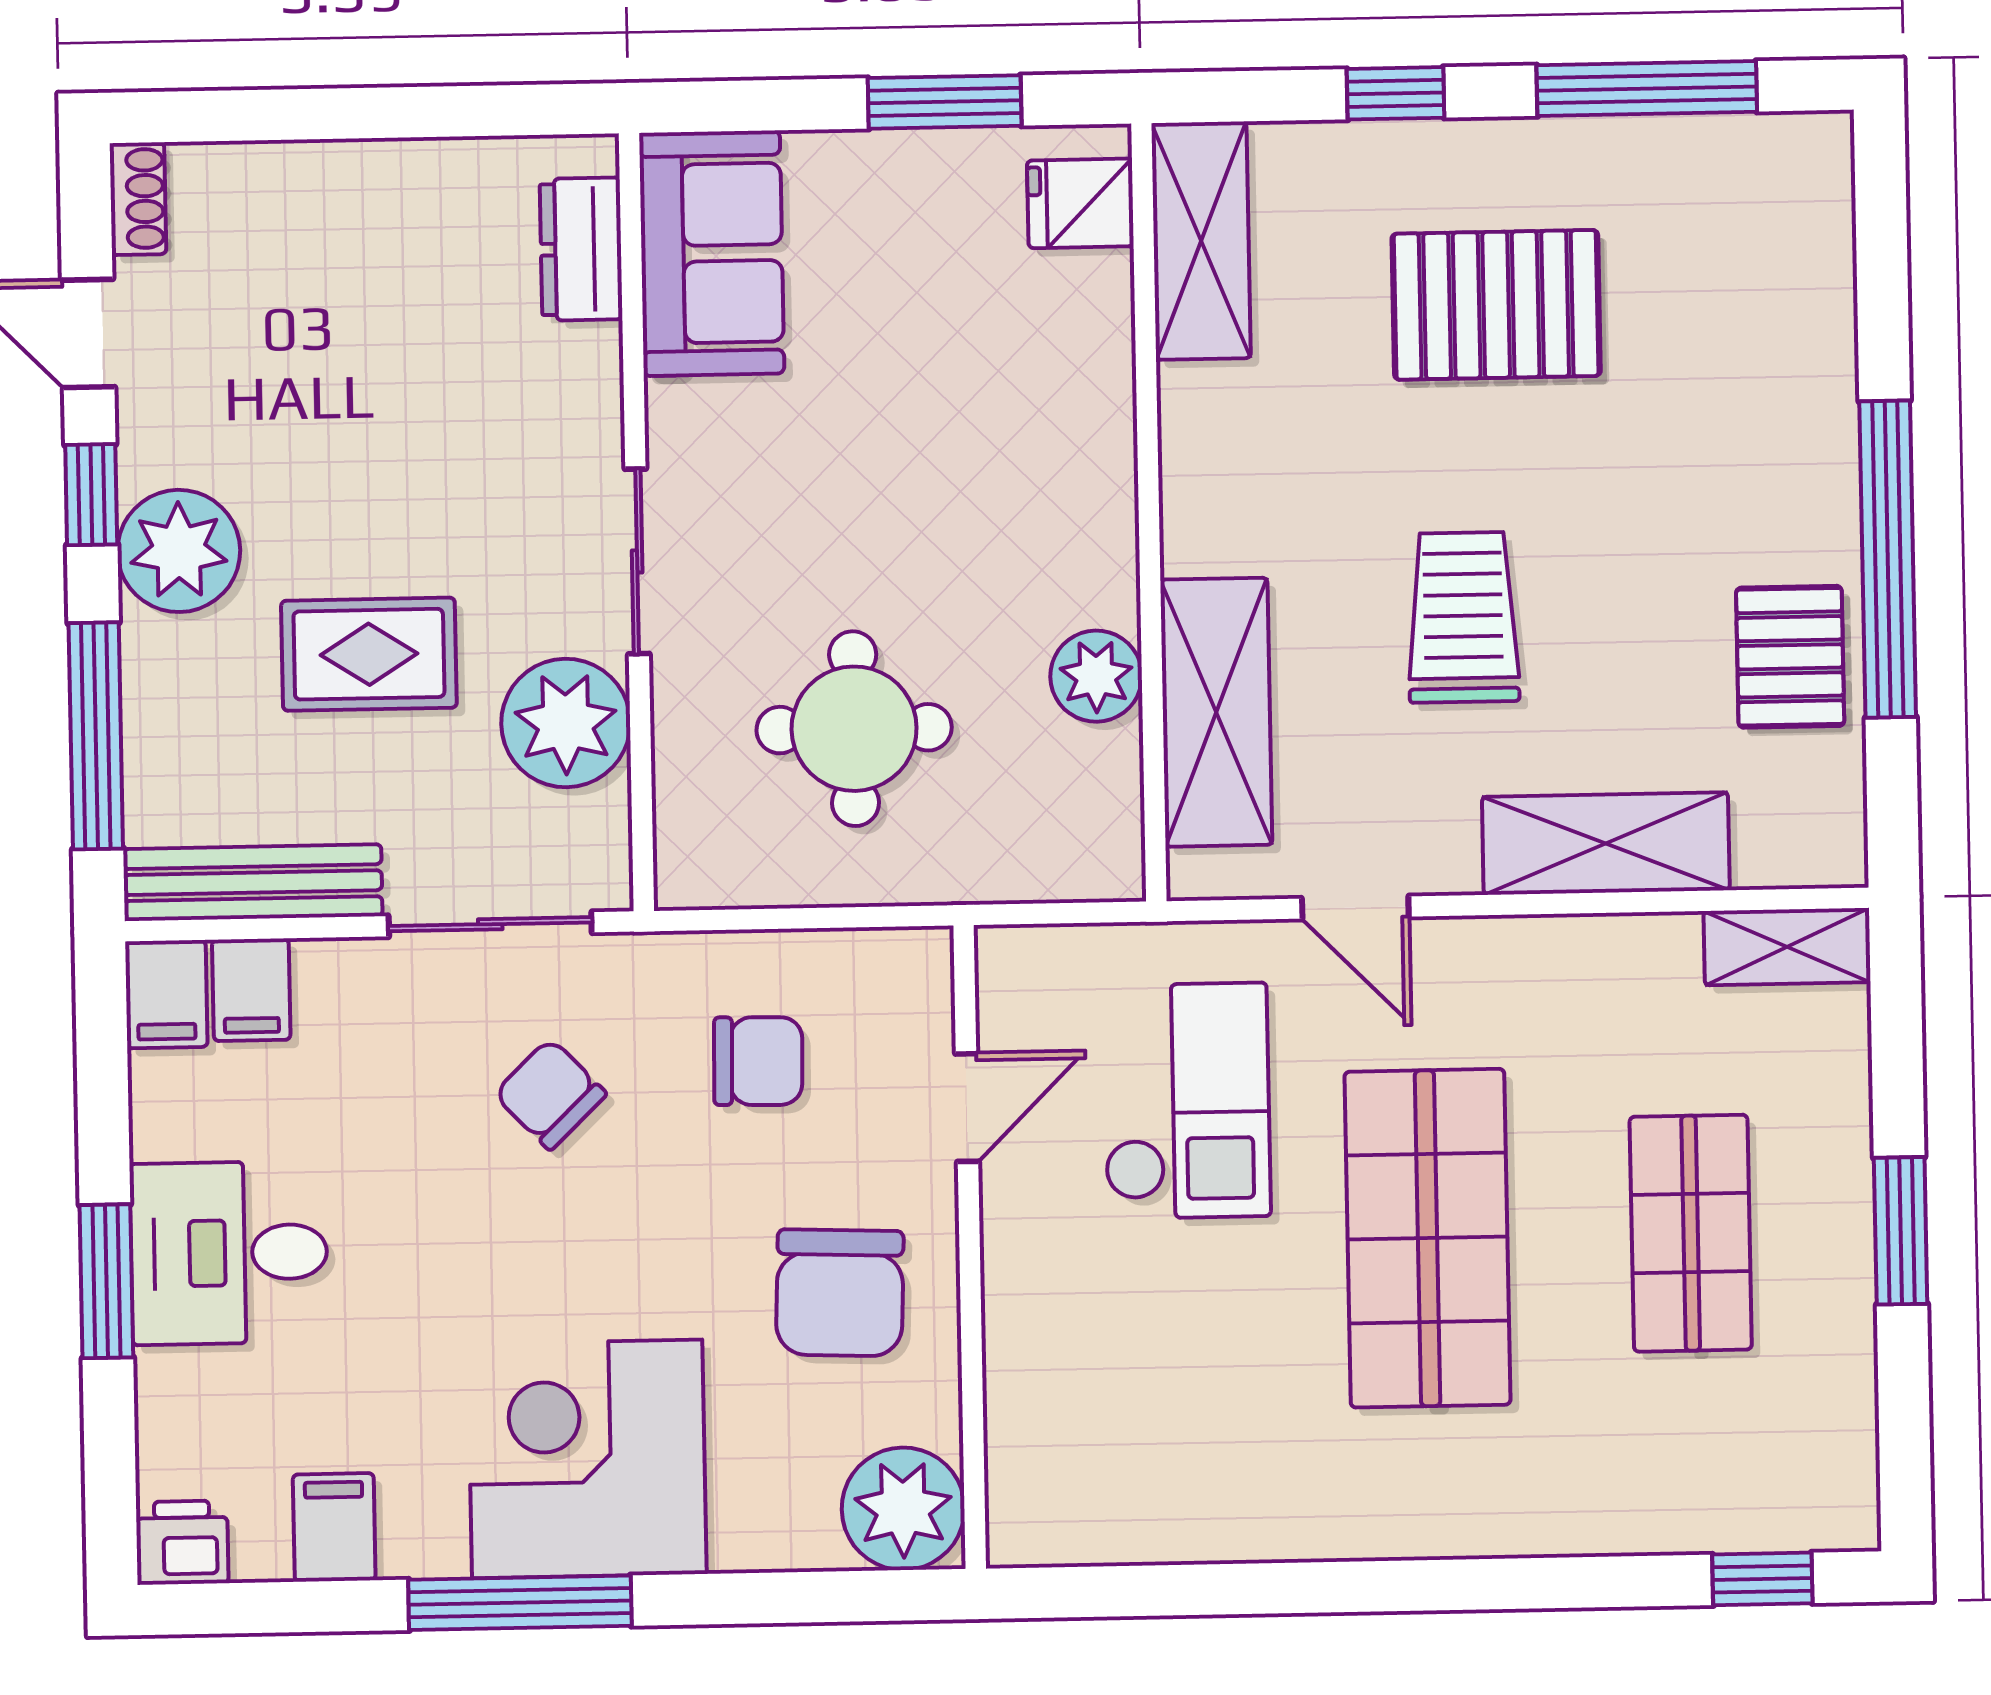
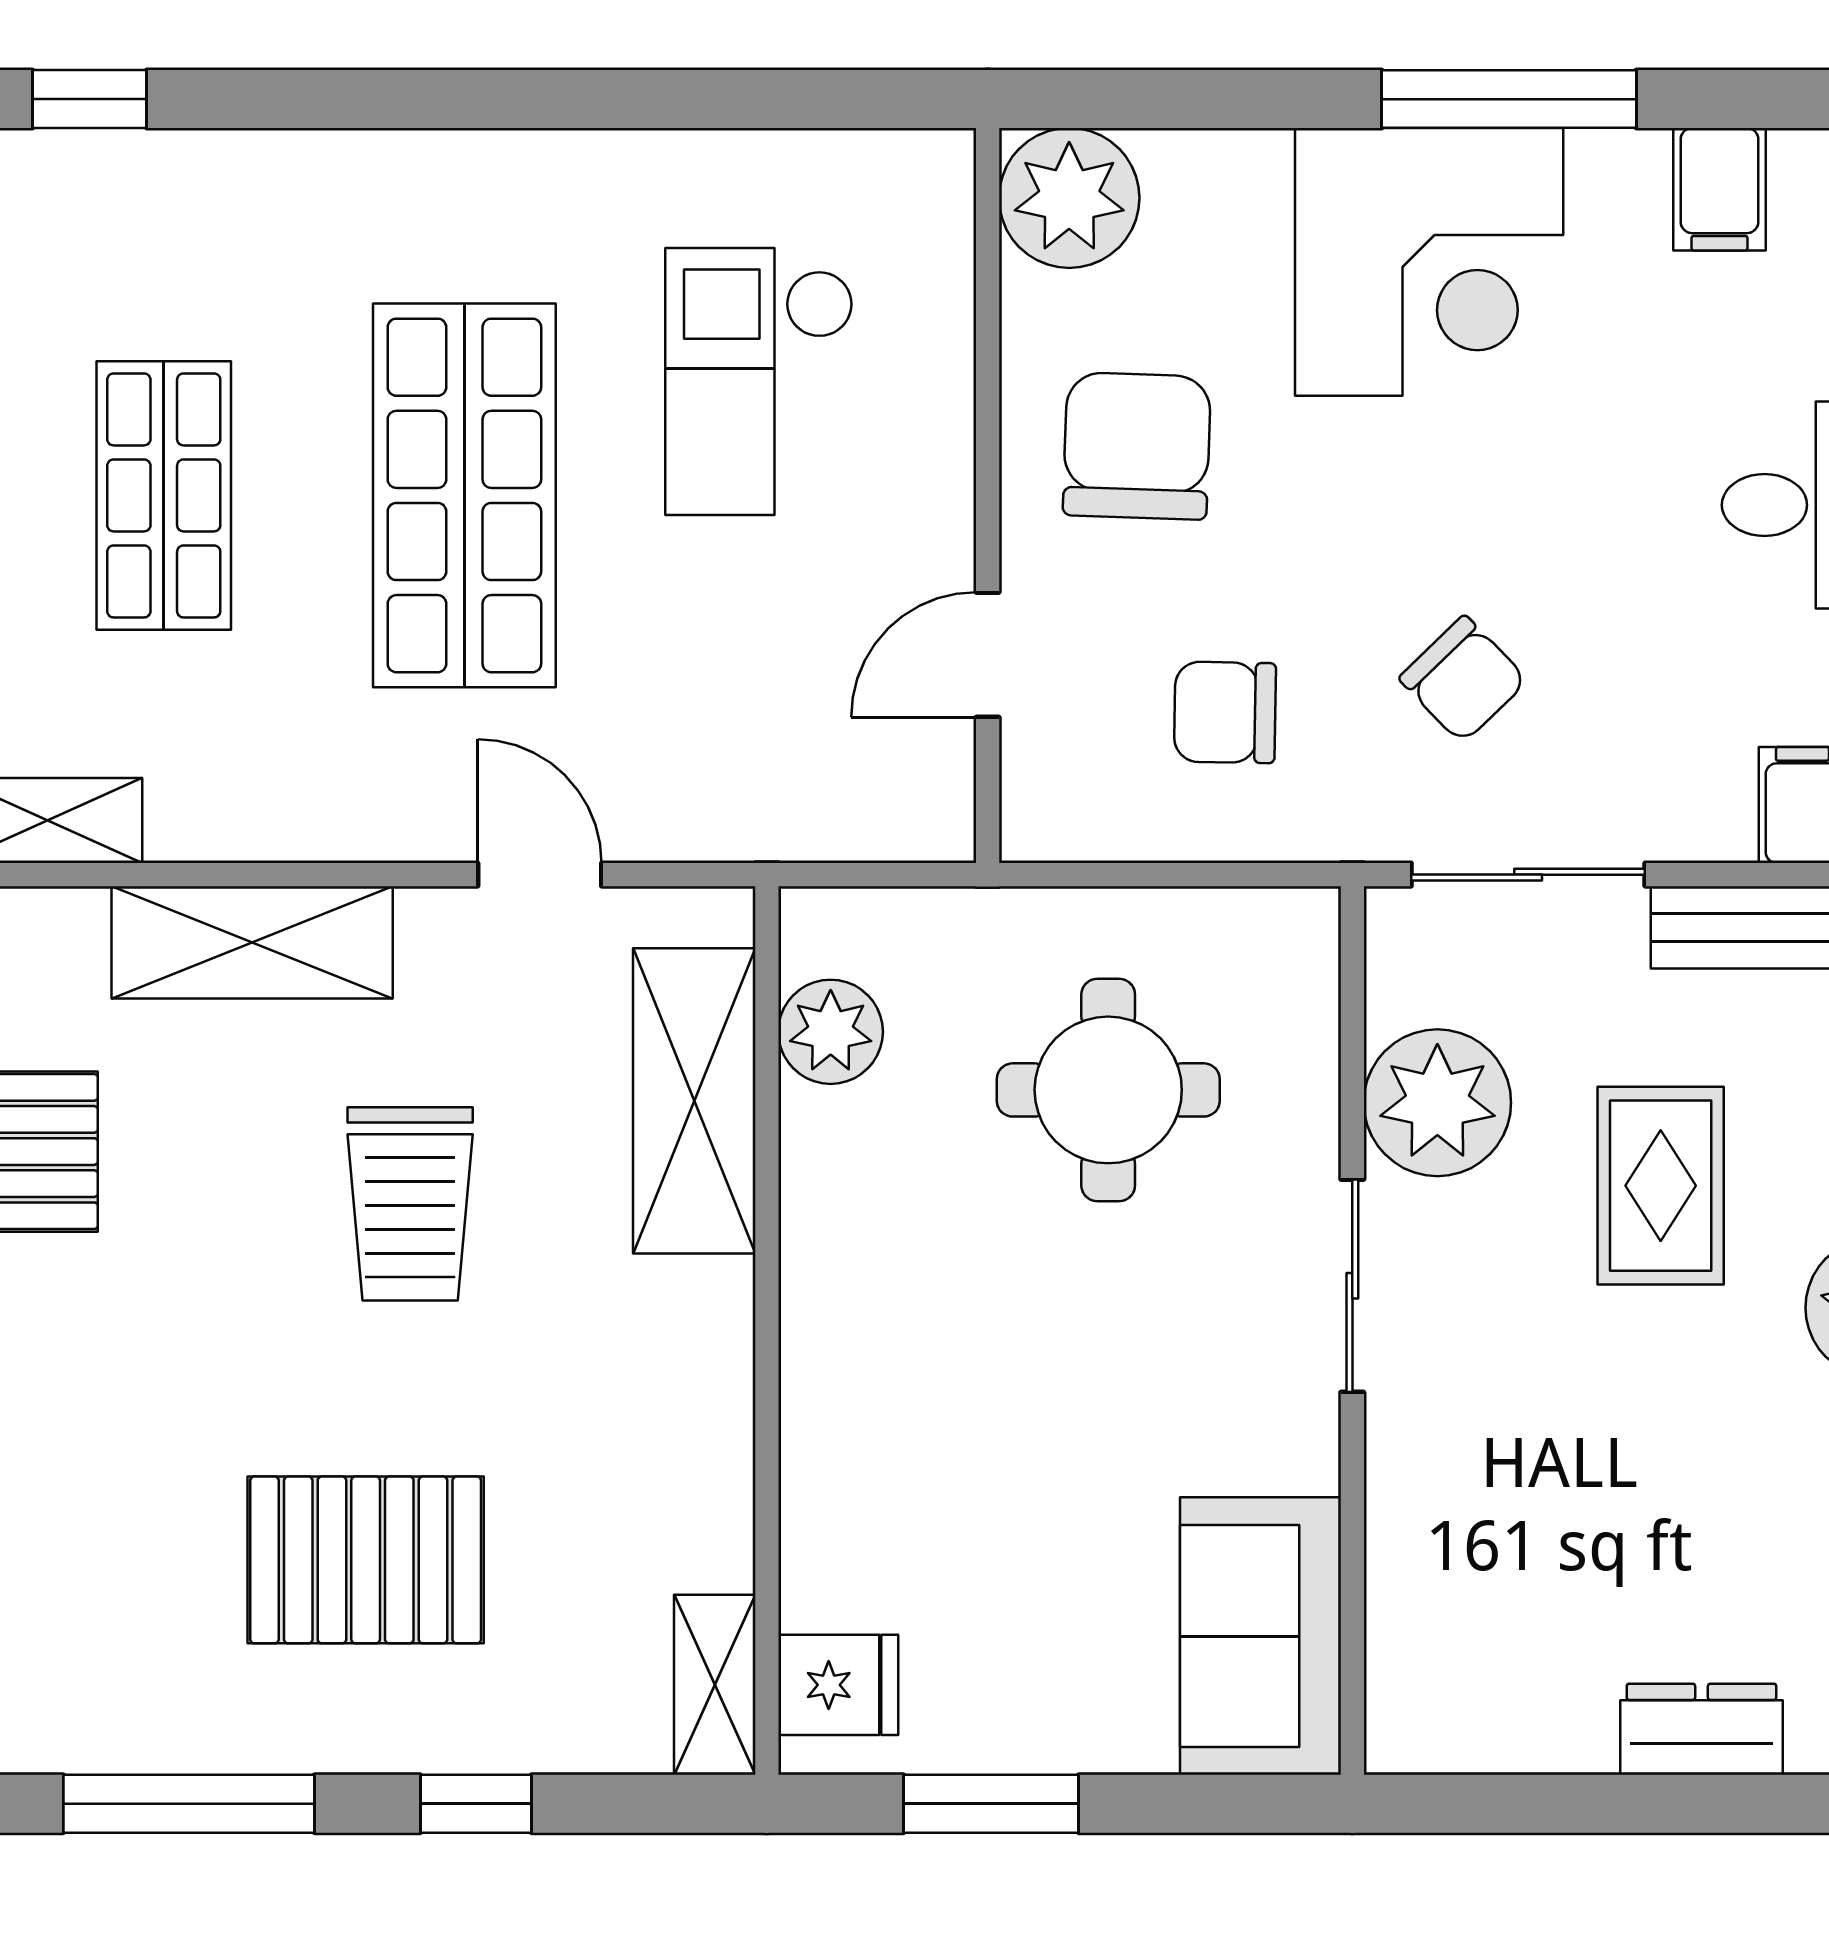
shelving: (1201, 241) -> (715, 1685), width x0.67, depth x0.75
dresser: (581, 249) -> (1702, 1729), moved, turned -90
rug: (369, 654) -> (1661, 1186), turned 90
plant: (1096, 676) -> (831, 1032), moved
checkout: (1186, 1101) -> (759, 382), moved

